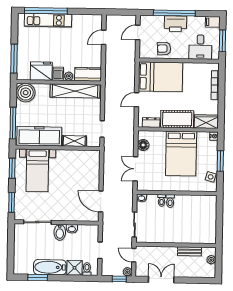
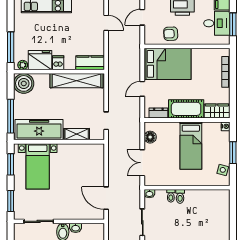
door: (104, 37) -> (106, 23), swing flipped
desk: (200, 47) -> (217, 23), moved, turned -90
plant: (69, 76) -> (23, 65), moved
bed: (181, 154) -> (191, 146), width x0.67

